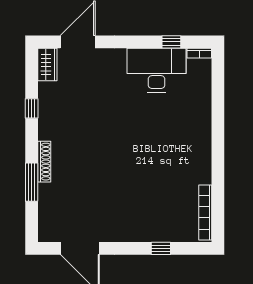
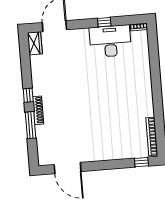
window: (171, 42) -> (104, 22), moved
window: (32, 108) -> (28, 95), moved
window: (161, 248) -> (141, 162), moved

